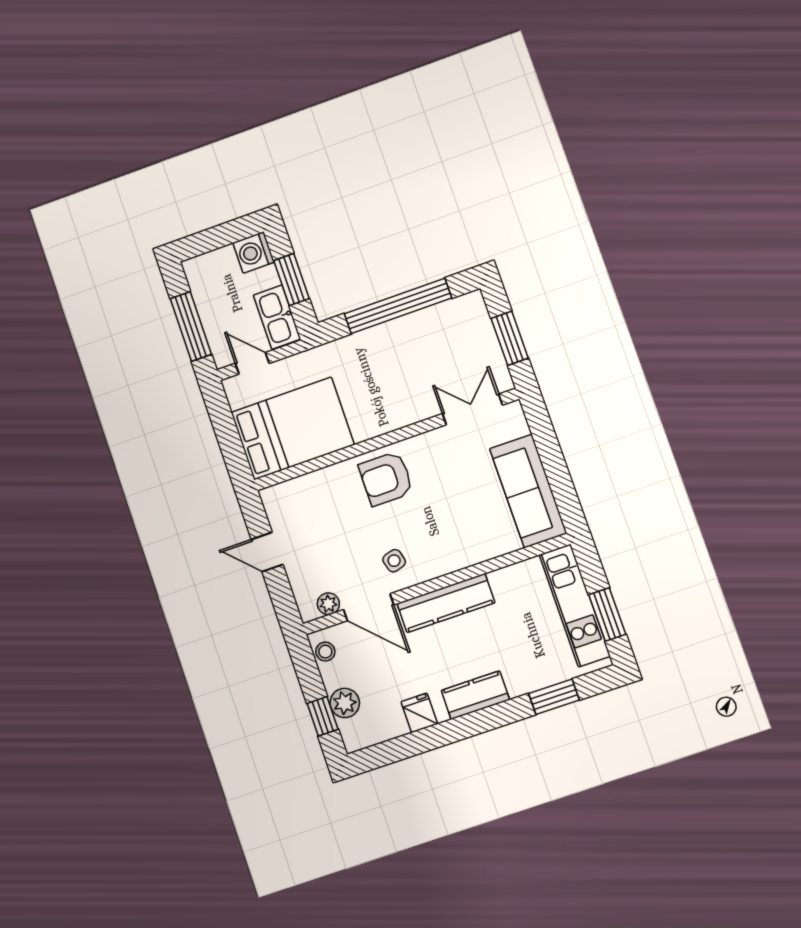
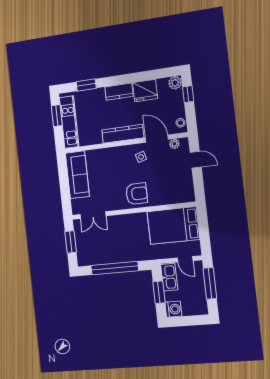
door: (267, 552) -> (196, 160), moved
plant: (345, 703) -> (175, 83), moved
fridge: (419, 713) -> (145, 91), width x1.88, depth x1.34

